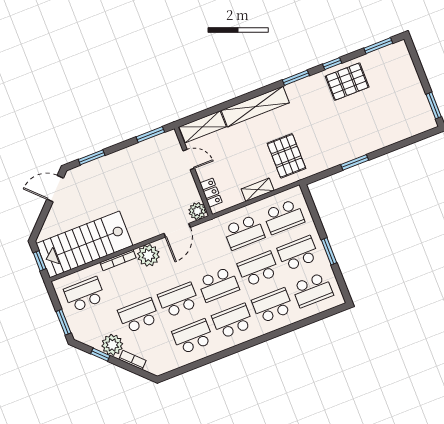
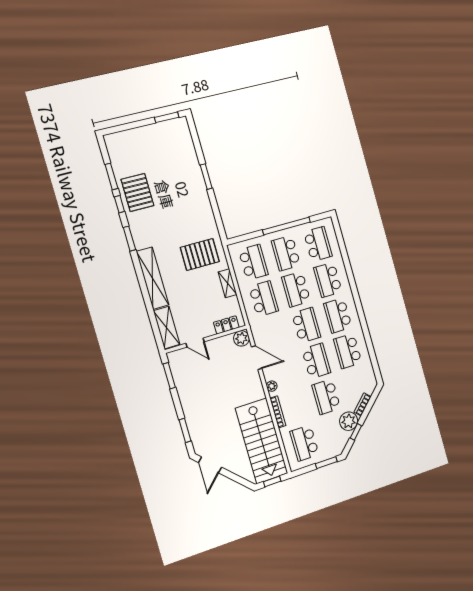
window: (378, 46) -> (111, 176), moved
door: (189, 160) -> (195, 343), swing flipped
window: (355, 162) -> (206, 177), moved
window: (329, 251) -> (286, 226), width x2.11
plant: (148, 255) -> (272, 386), width x0.53, depth x0.53
school desk: (178, 300) -> (316, 361), turned 180

